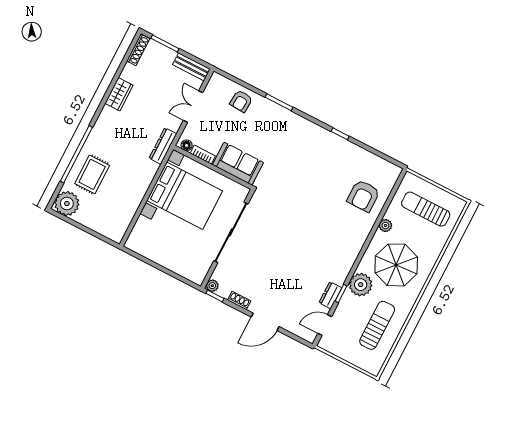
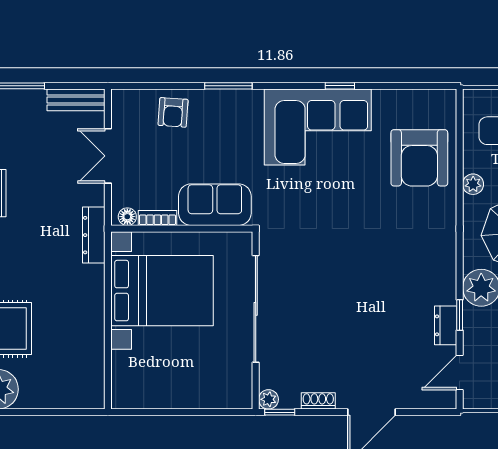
corner sofa: (316, 150) -> (318, 127), added
armchair: (363, 196) -> (419, 158), width x1.36, depth x1.36

